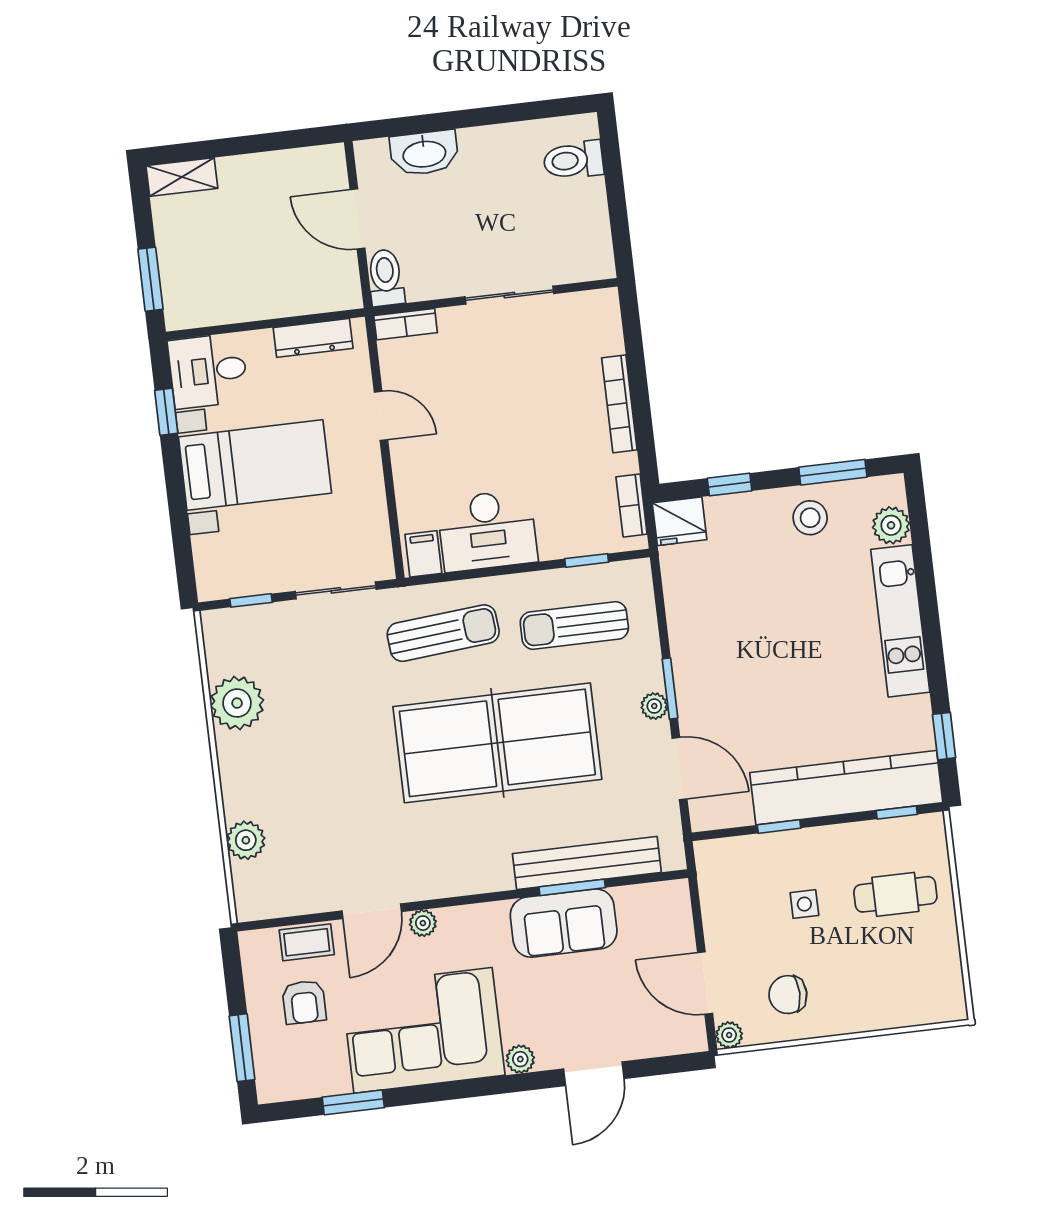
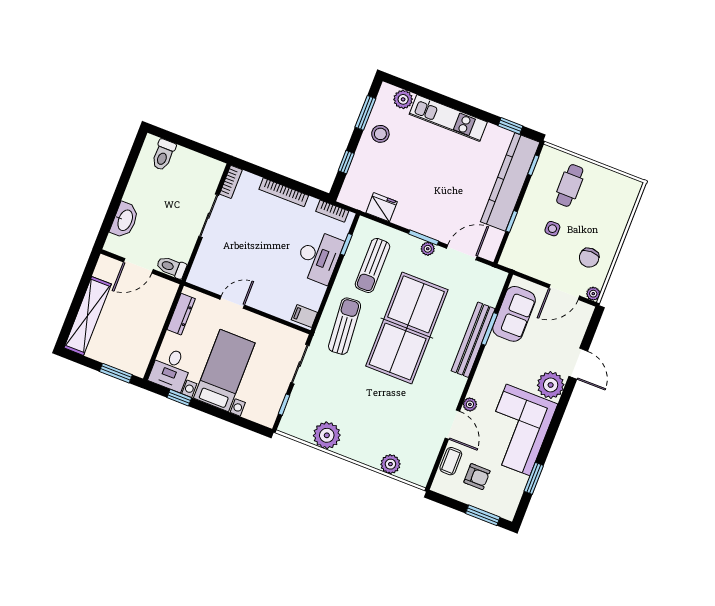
shelving: (182, 177) -> (88, 316), width x2.20, depth x1.33
bookcase: (406, 324) -> (231, 182), moved
fridge: (680, 521) -> (382, 207), moved, turned -90
desk: (487, 531) -> (319, 257), moved
bench: (587, 863) -> (473, 340), moved
sofa: (564, 923) -> (514, 314), moved
plant: (520, 1059) -> (551, 385), width x1.88, depth x1.88

